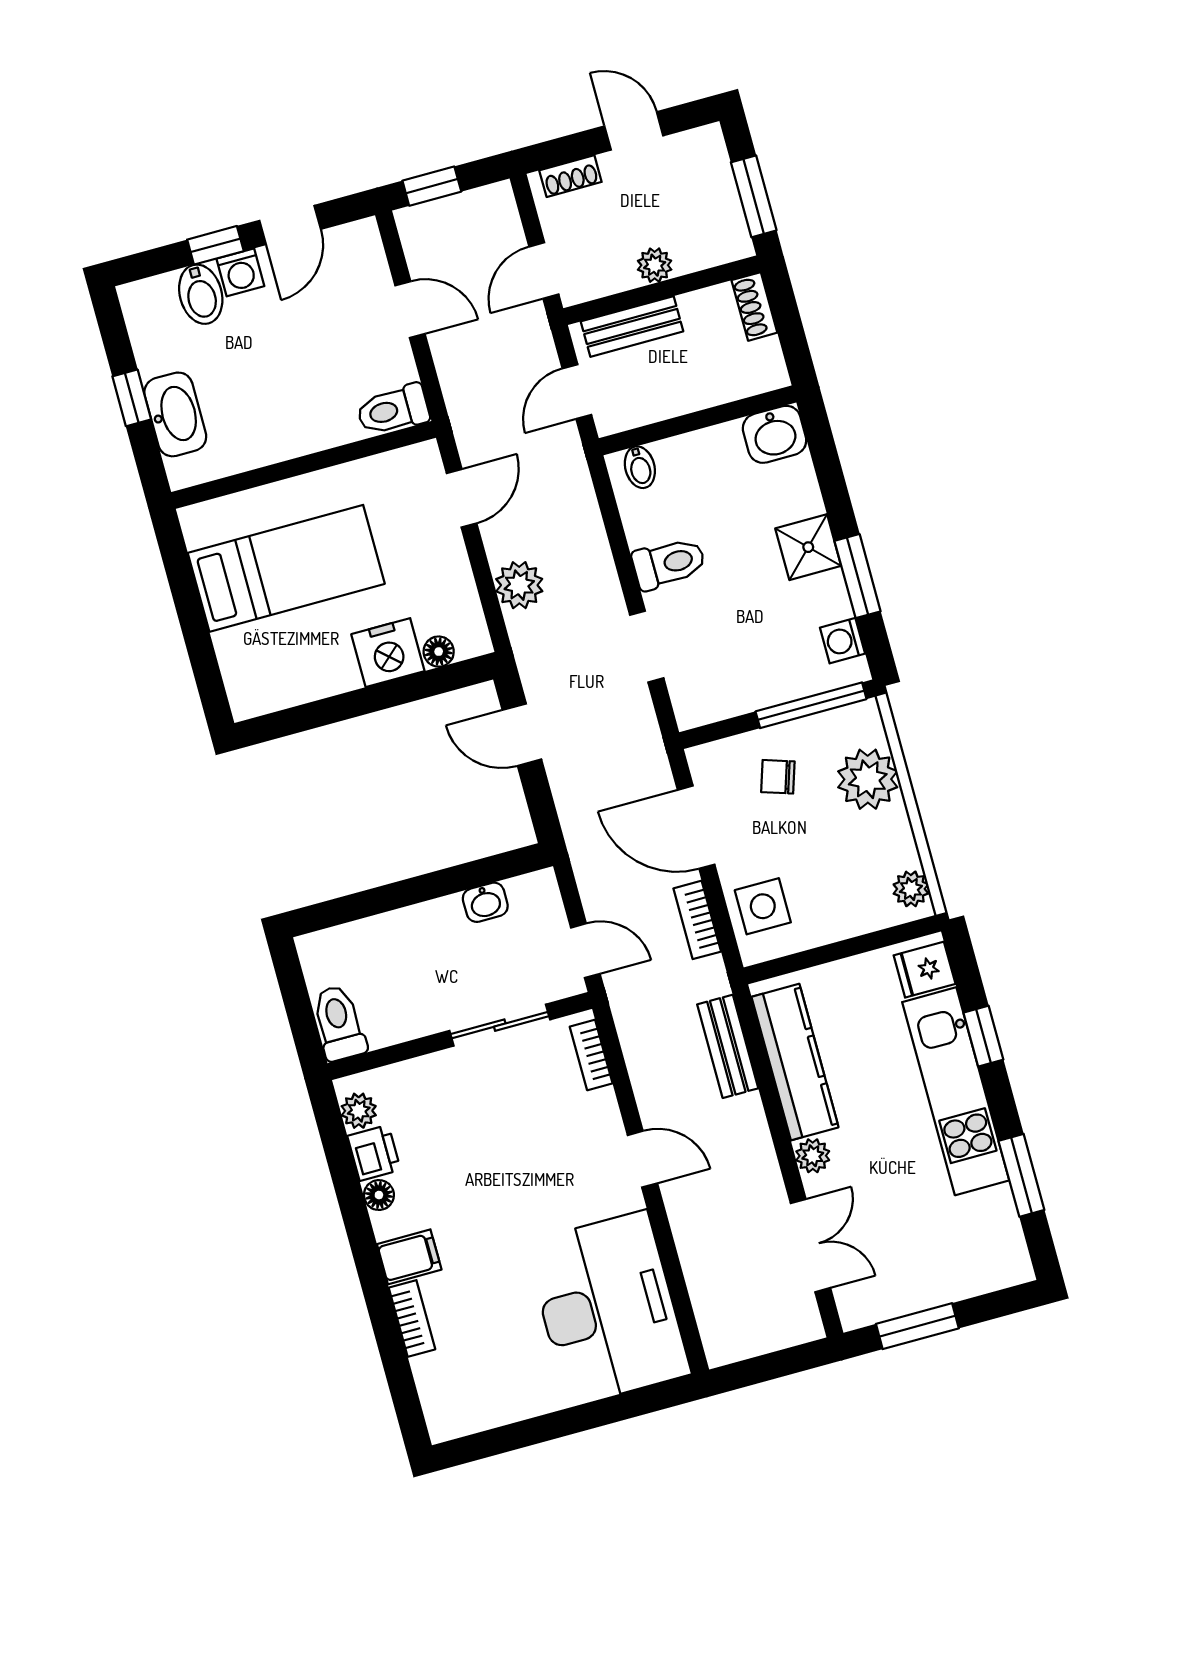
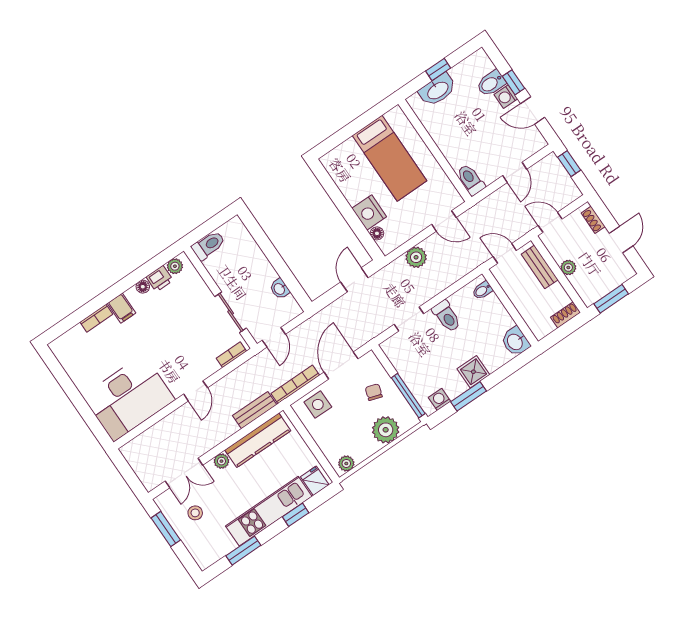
bookcase: (697, 920) -> (295, 384), width x1.56
stool: (905, 1251) -> (195, 513), added

